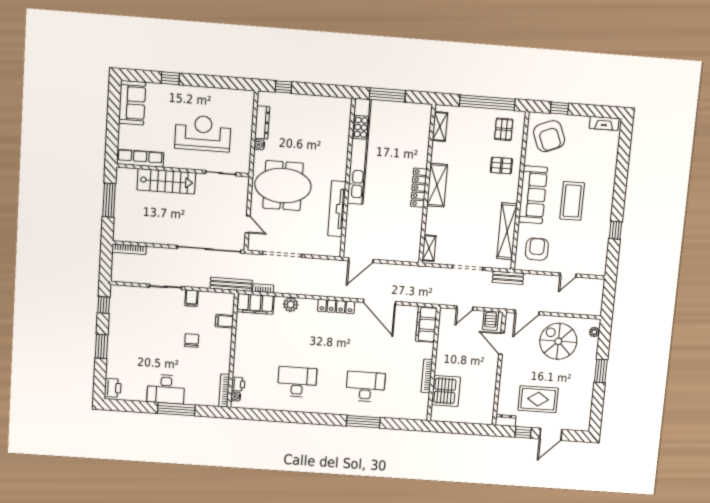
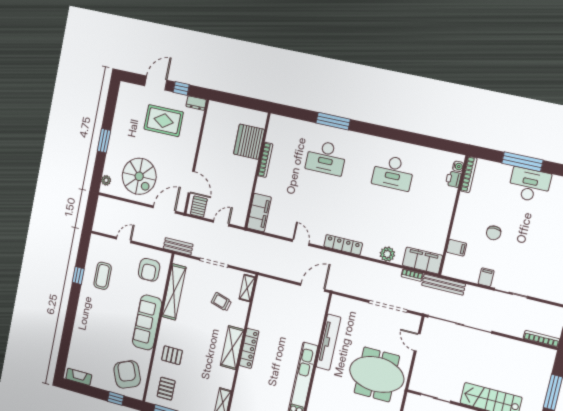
coffee table: (572, 201) -> (103, 276), moved, width x0.73, depth x0.76
trolley: (455, 230) -> (221, 302), added
door: (379, 302) -> (301, 242), width x0.53

